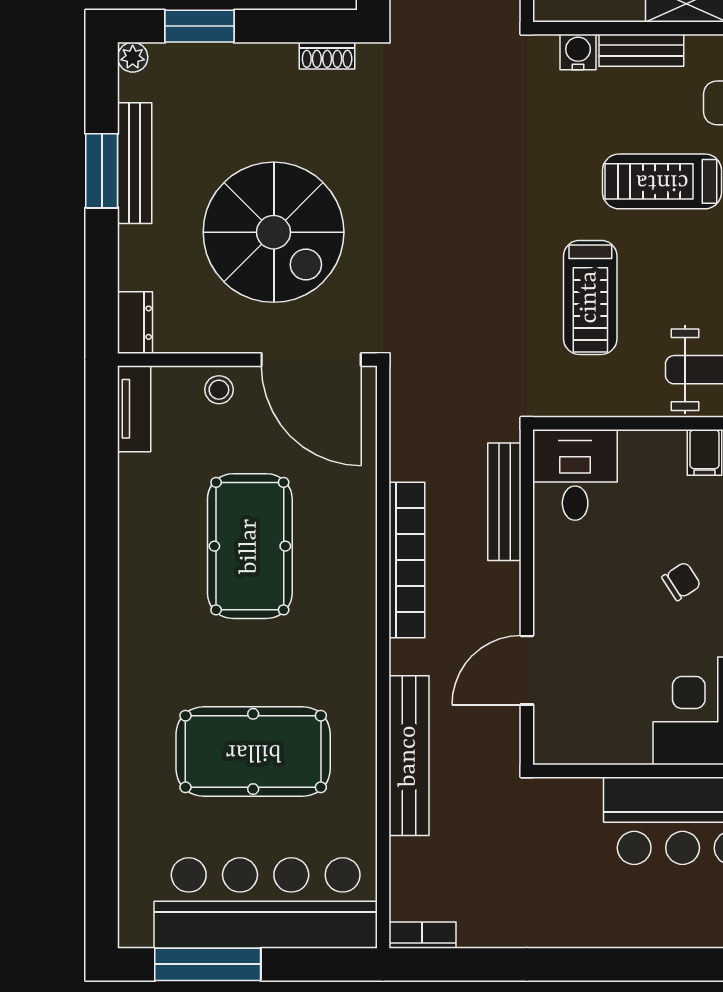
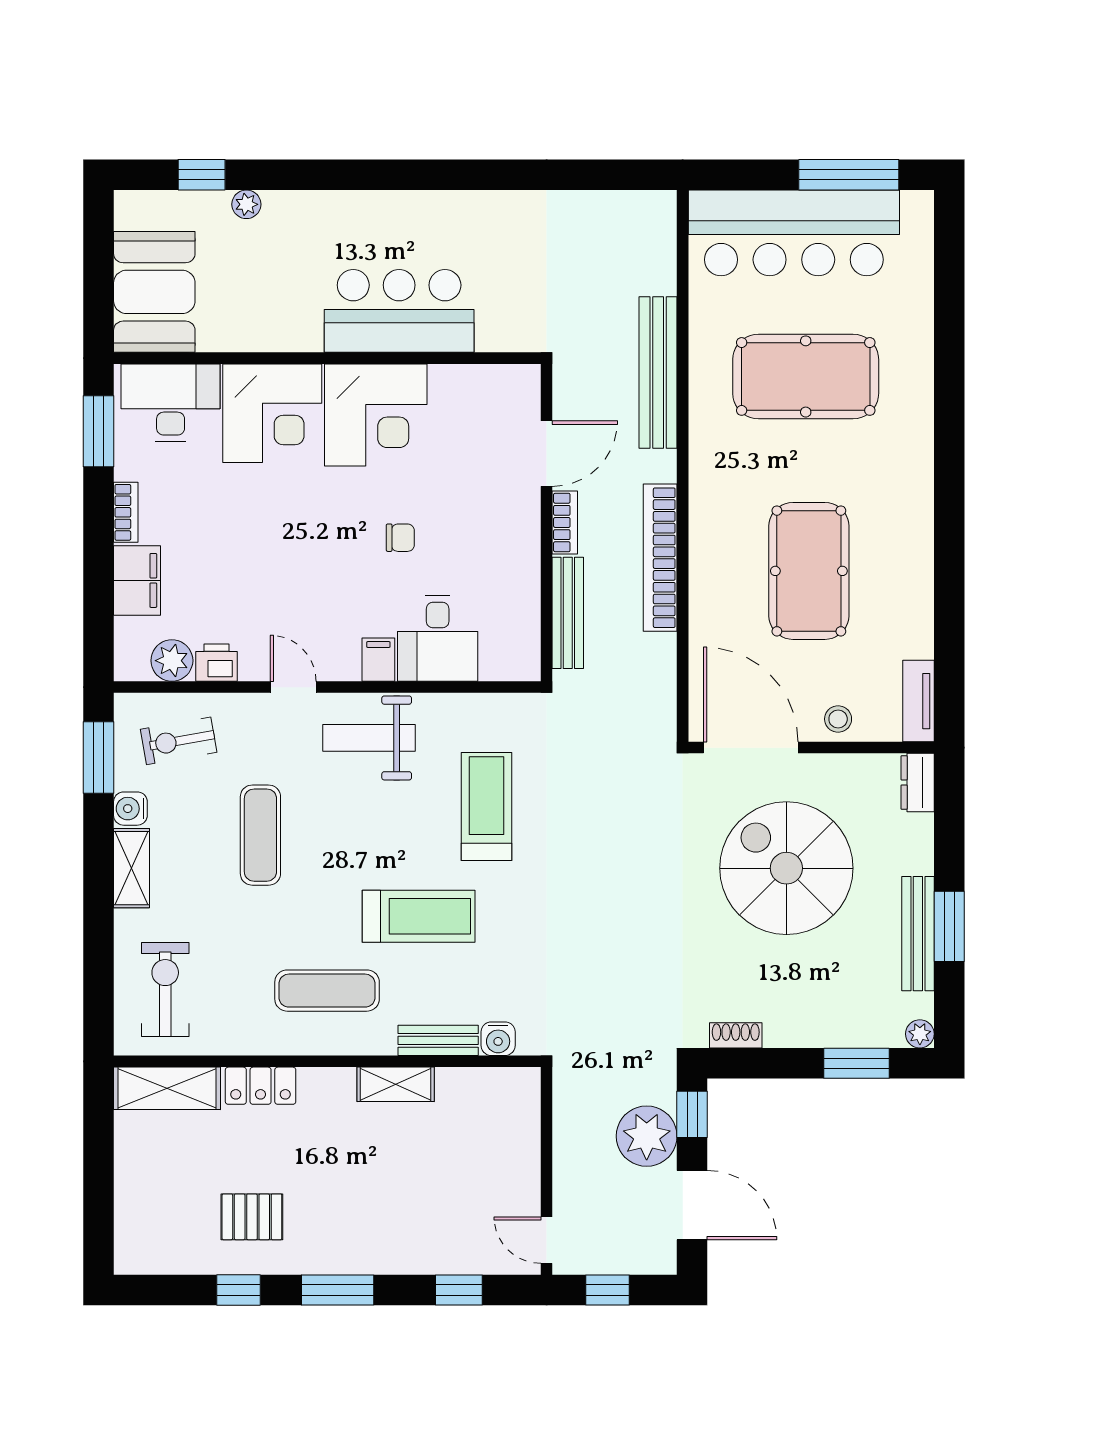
desk: (575, 475) -> (438, 638), moved
chair: (681, 581) -> (400, 538), turned -147
bookcase: (422, 935) -> (565, 522), moved, turned -90

